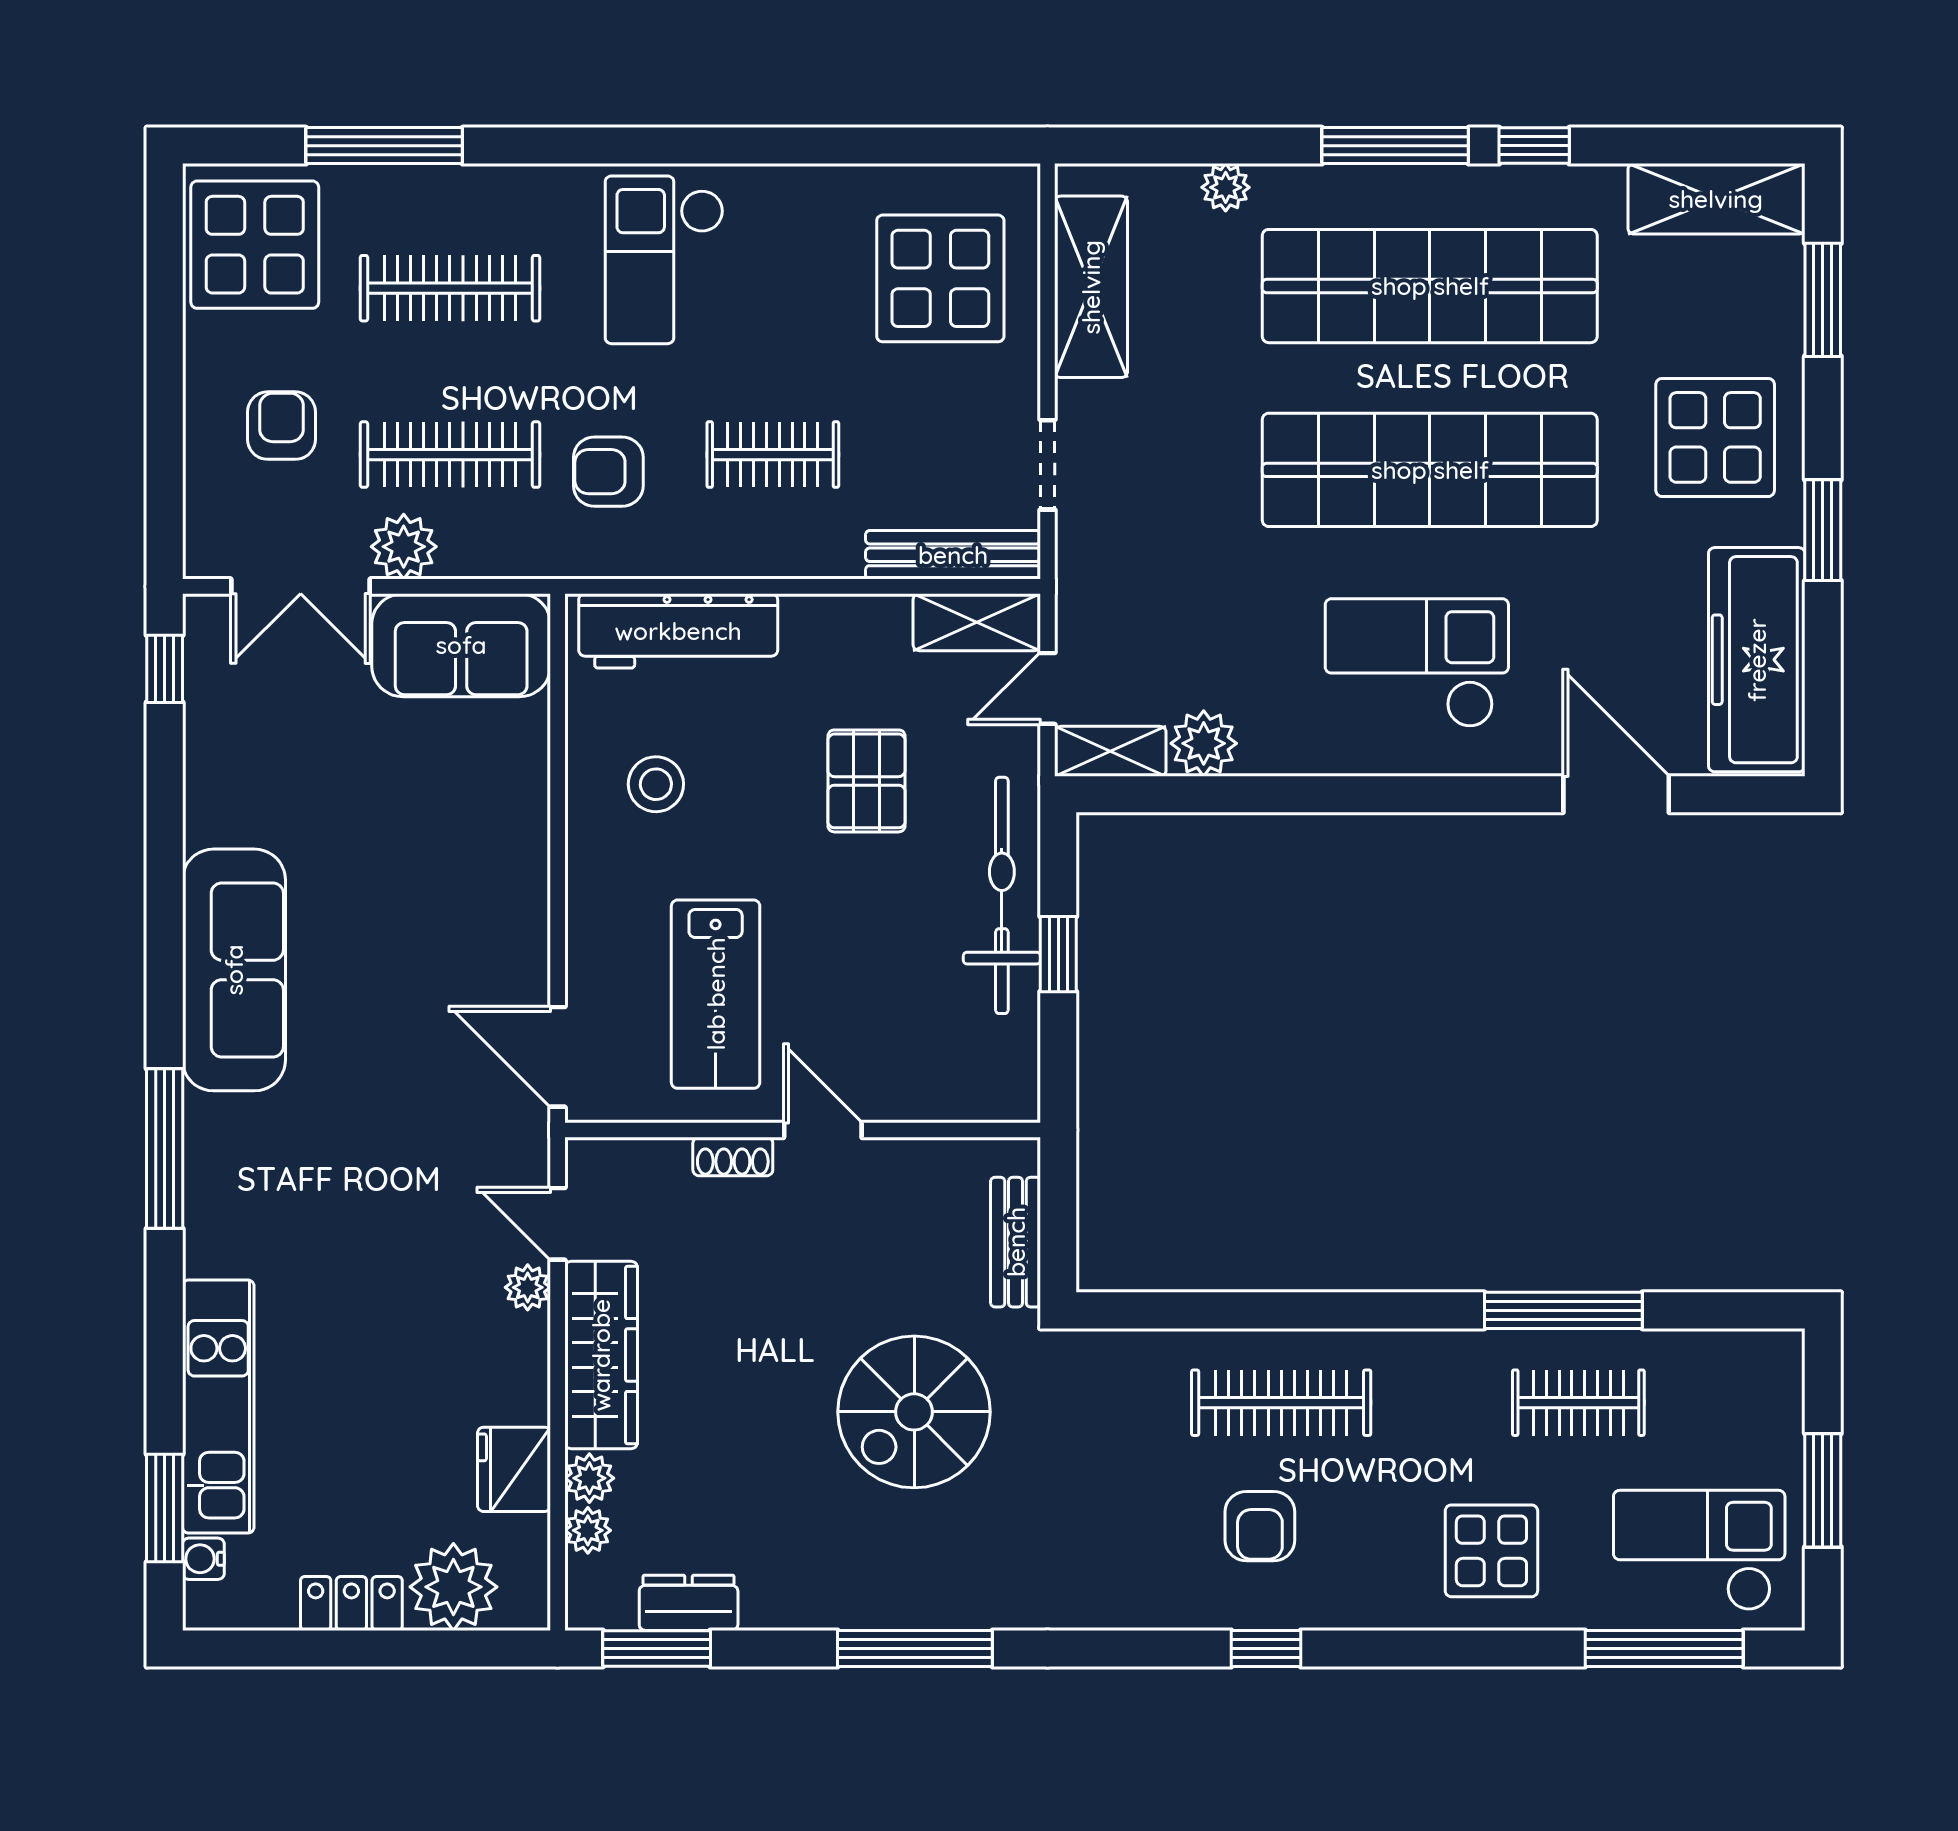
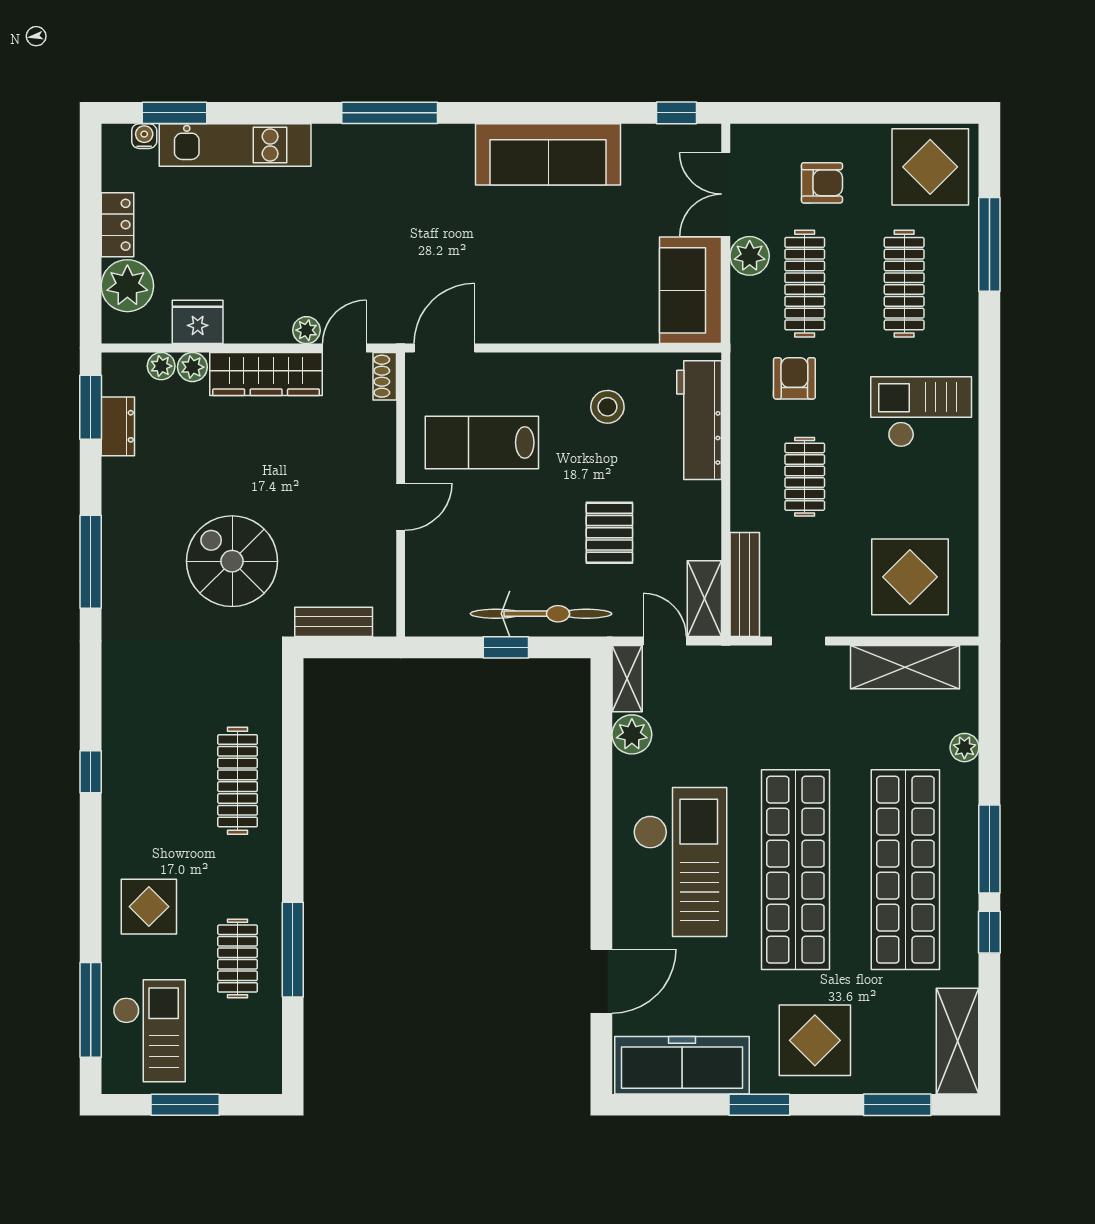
checkout: (1417, 663) -> (680, 862), width x1.36, depth x1.21
pallet: (866, 781) -> (609, 533), turned 90
sofa: (234, 970) -> (548, 154), moved
shoe rack: (733, 1157) -> (385, 376), moved
armchair: (1260, 1526) -> (164, 768), removed

